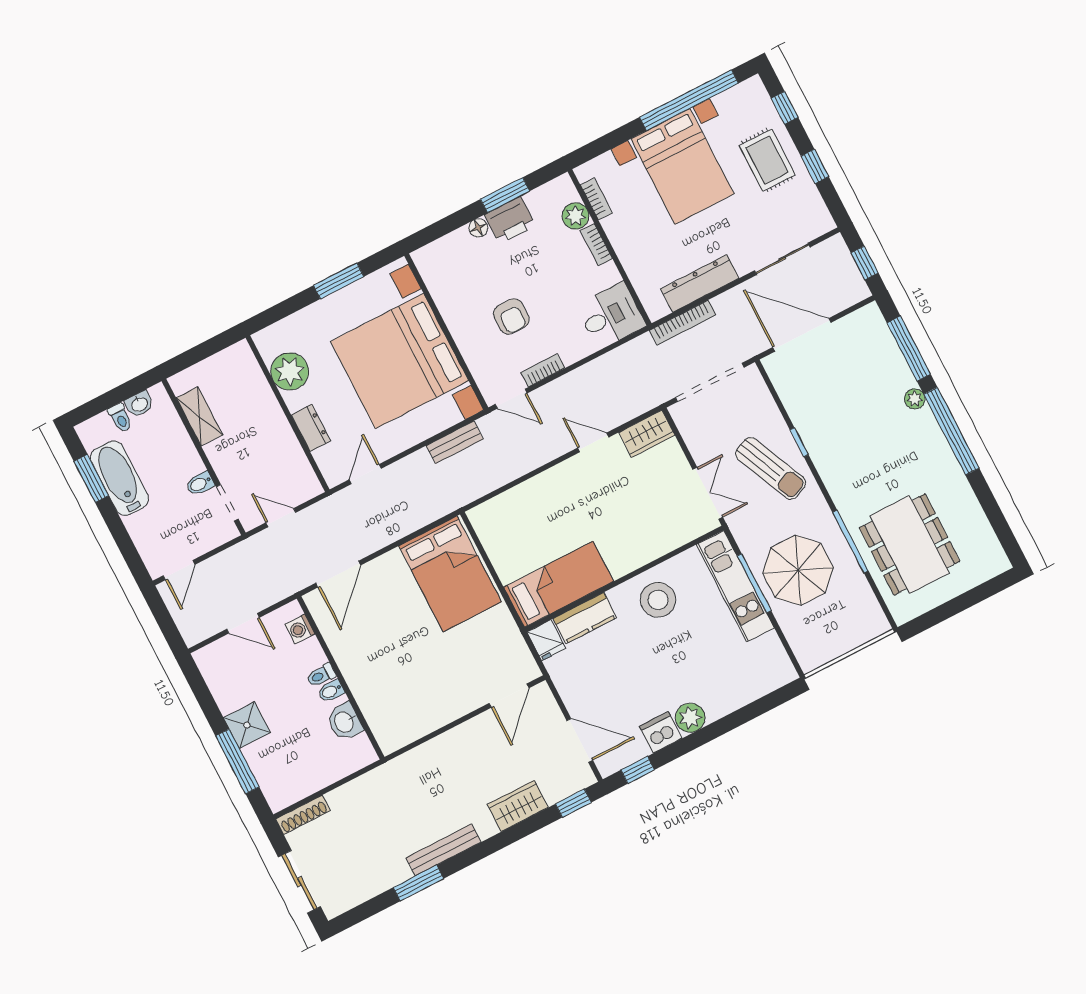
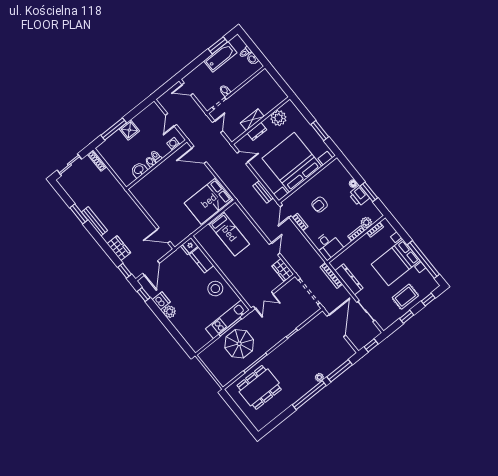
shelving: (199, 416) -> (252, 120), moved
sun lounger: (771, 468) -> (279, 324), removed
bed: (559, 584) -> (229, 234), moved

